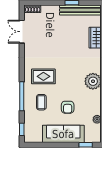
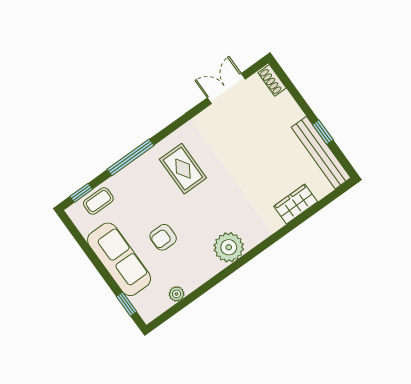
coffee table: (41, 102) -> (98, 201), moved

